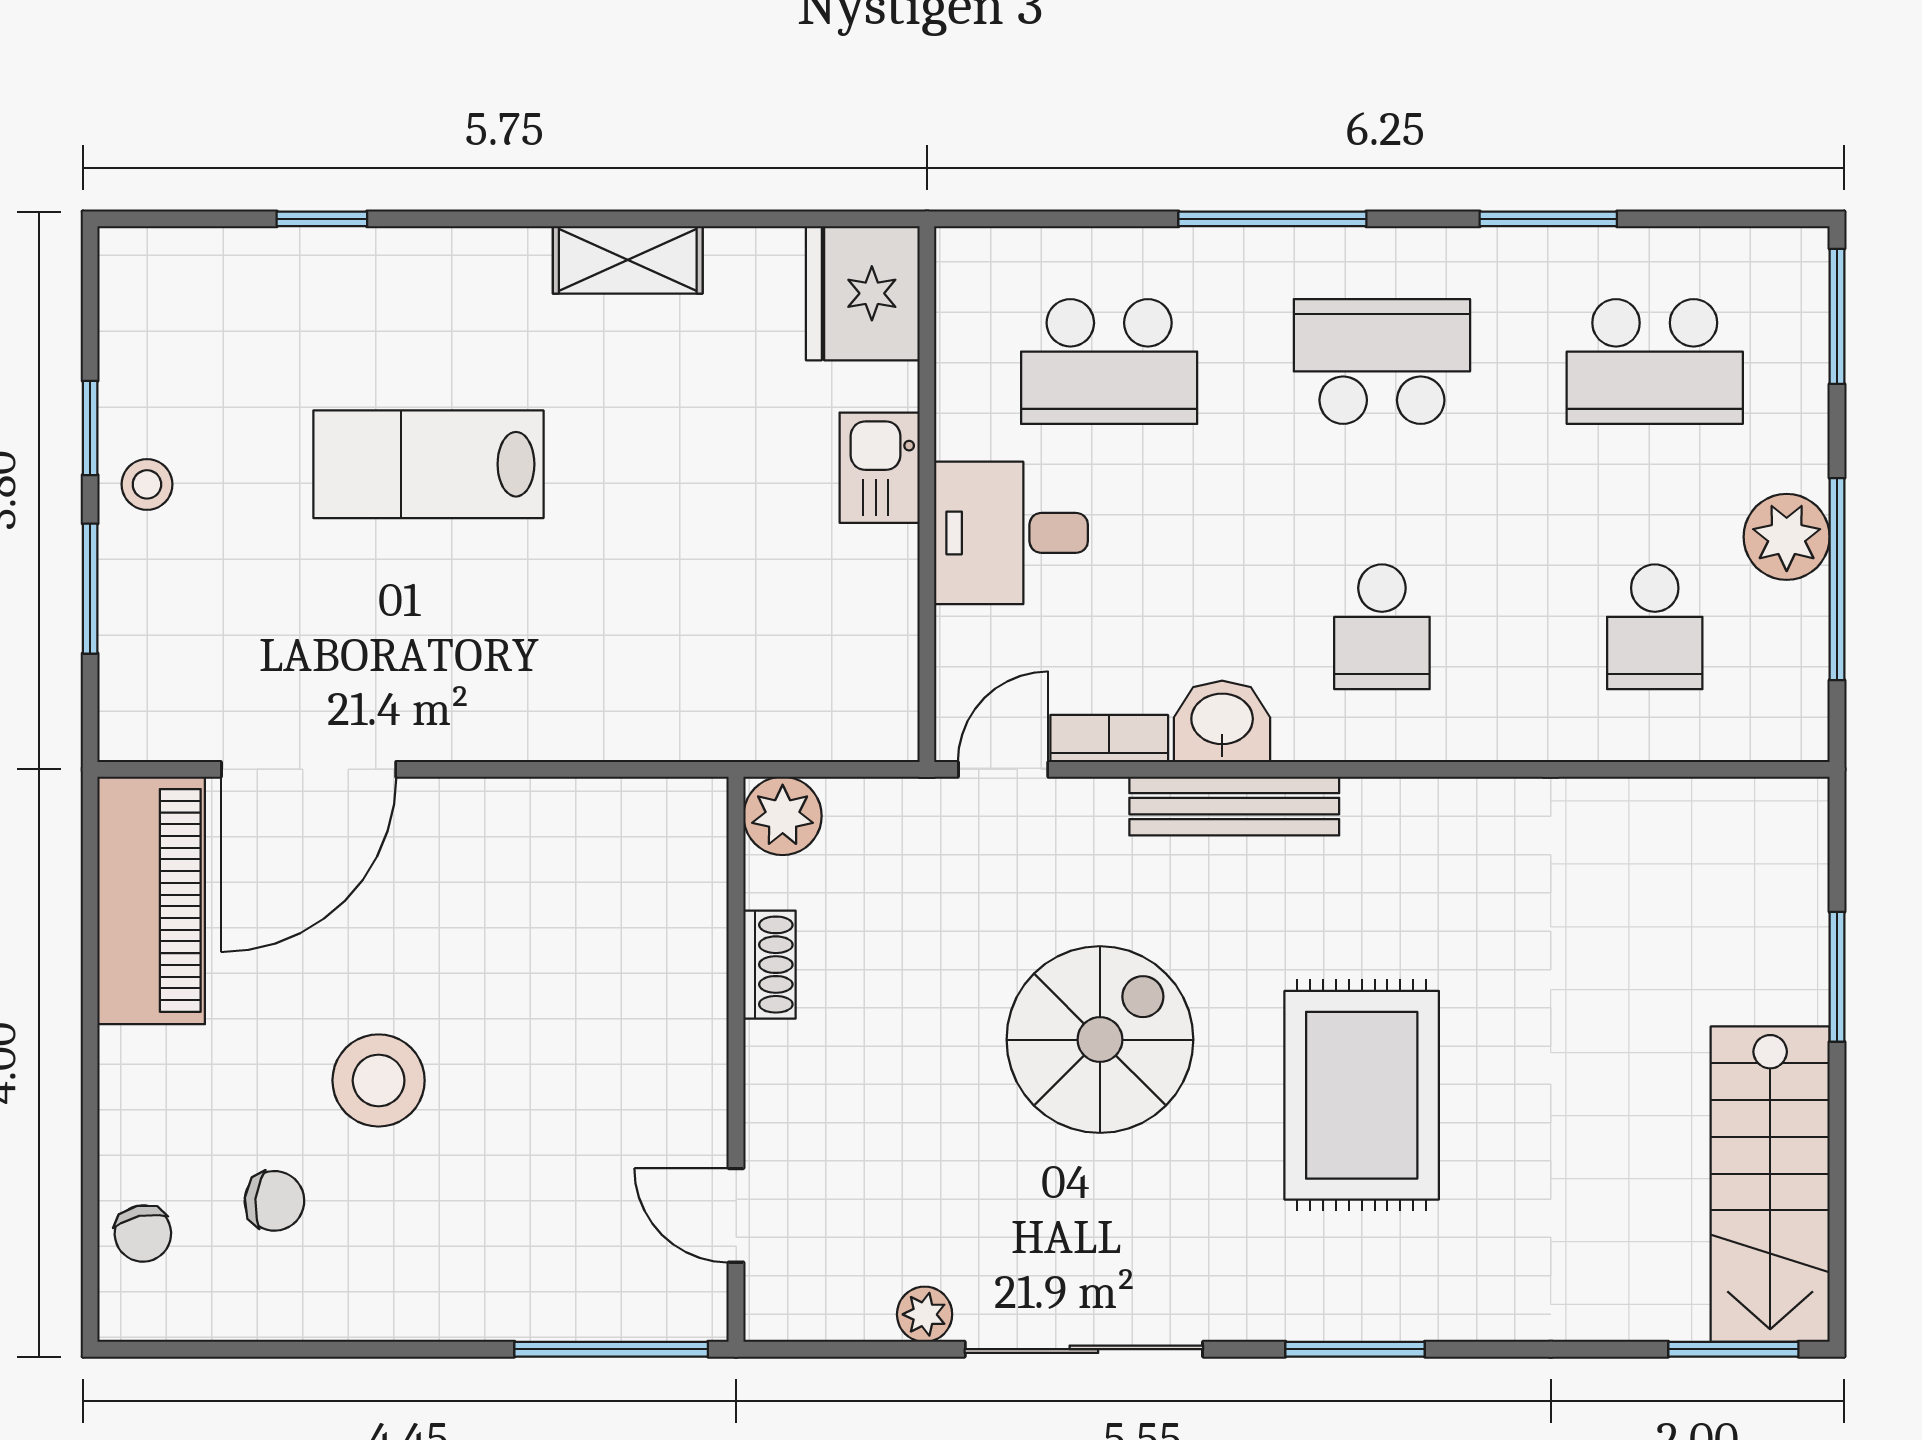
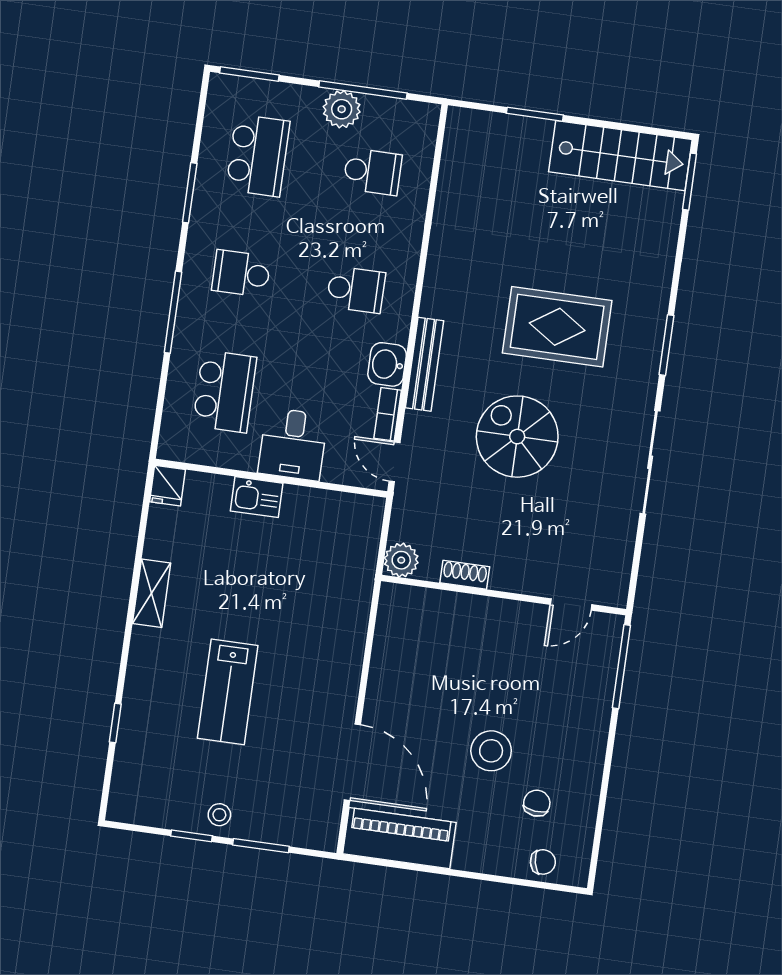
fridge: (863, 293) -> (167, 486), width x0.53, depth x0.75
school desk: (1382, 361) -> (241, 273), width x0.54
plant: (925, 1314) -> (625, 529), removed

